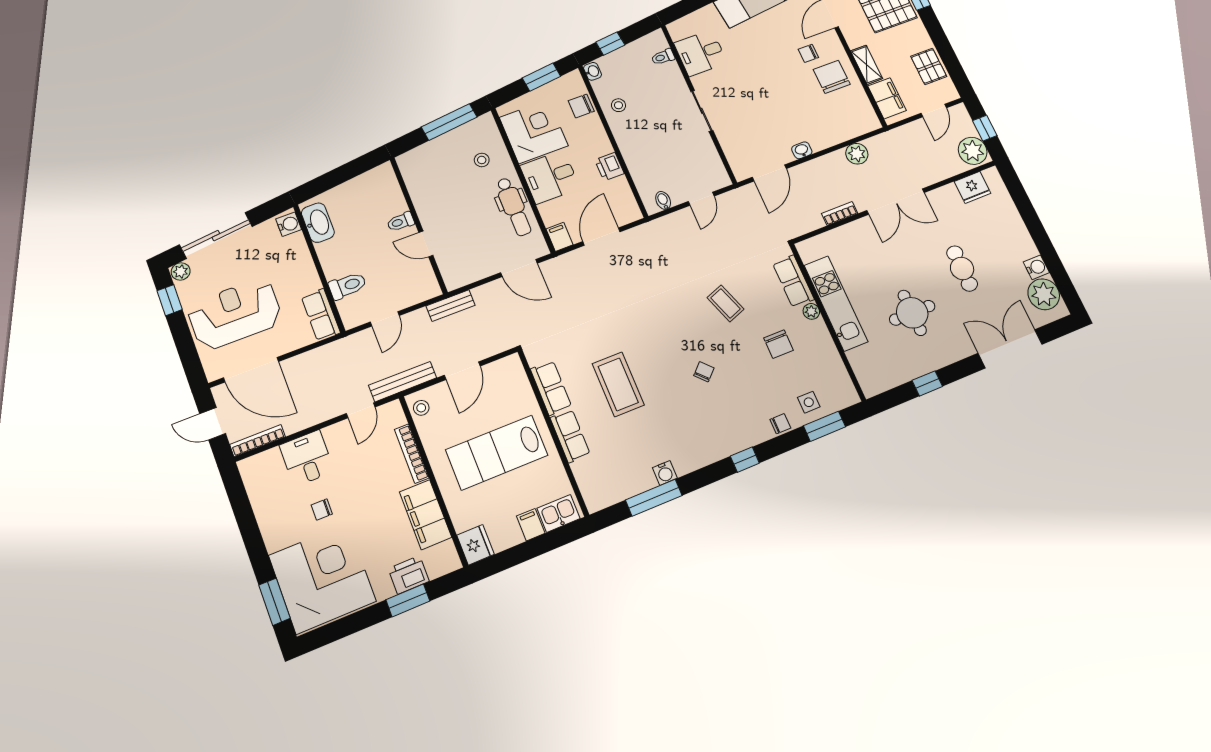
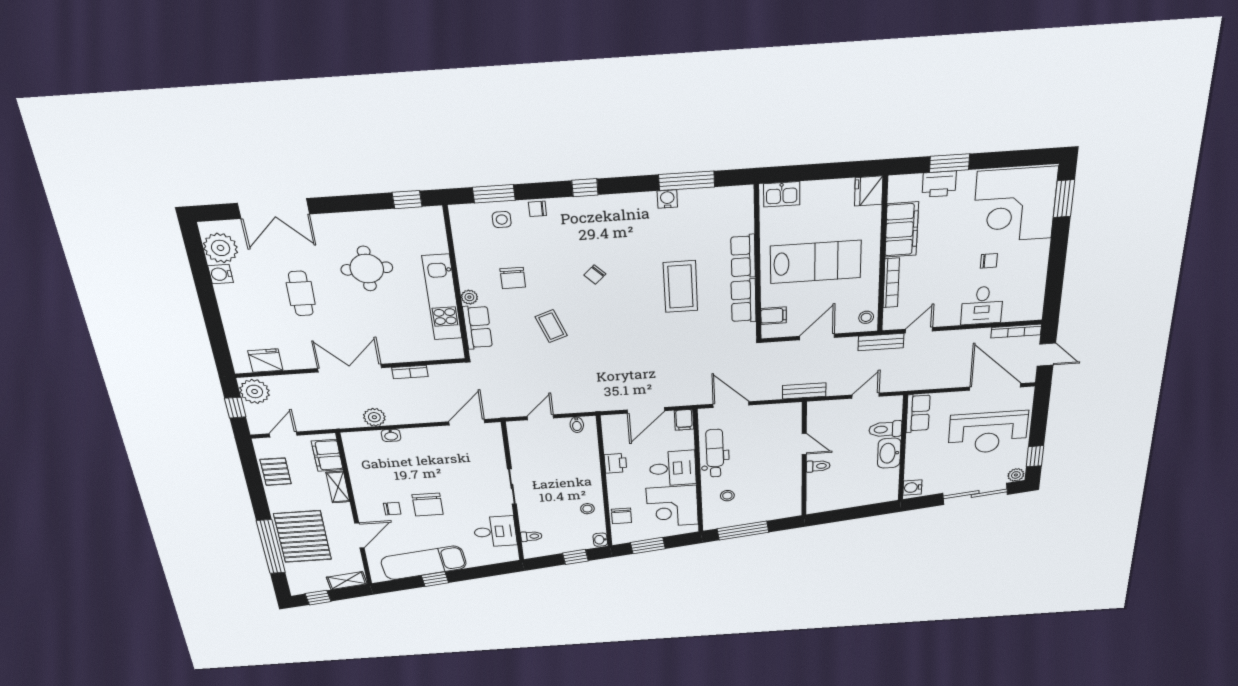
chair: (832, 77) -> (428, 505), moved
chair: (581, 106) -> (621, 516), turned 90
washbasin: (802, 150) -> (391, 435), moved
washbasin: (318, 223) -> (889, 453), moved
chair: (778, 344) -> (513, 278), turned 180
bench: (403, 382) -> (881, 342), width x0.73
window: (927, 383) -> (407, 200), moved
filing cabinet: (531, 525) -> (774, 316), moved, turned -90

